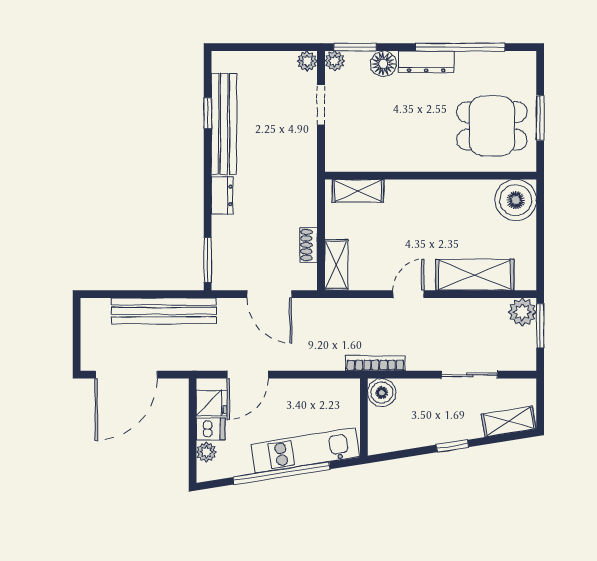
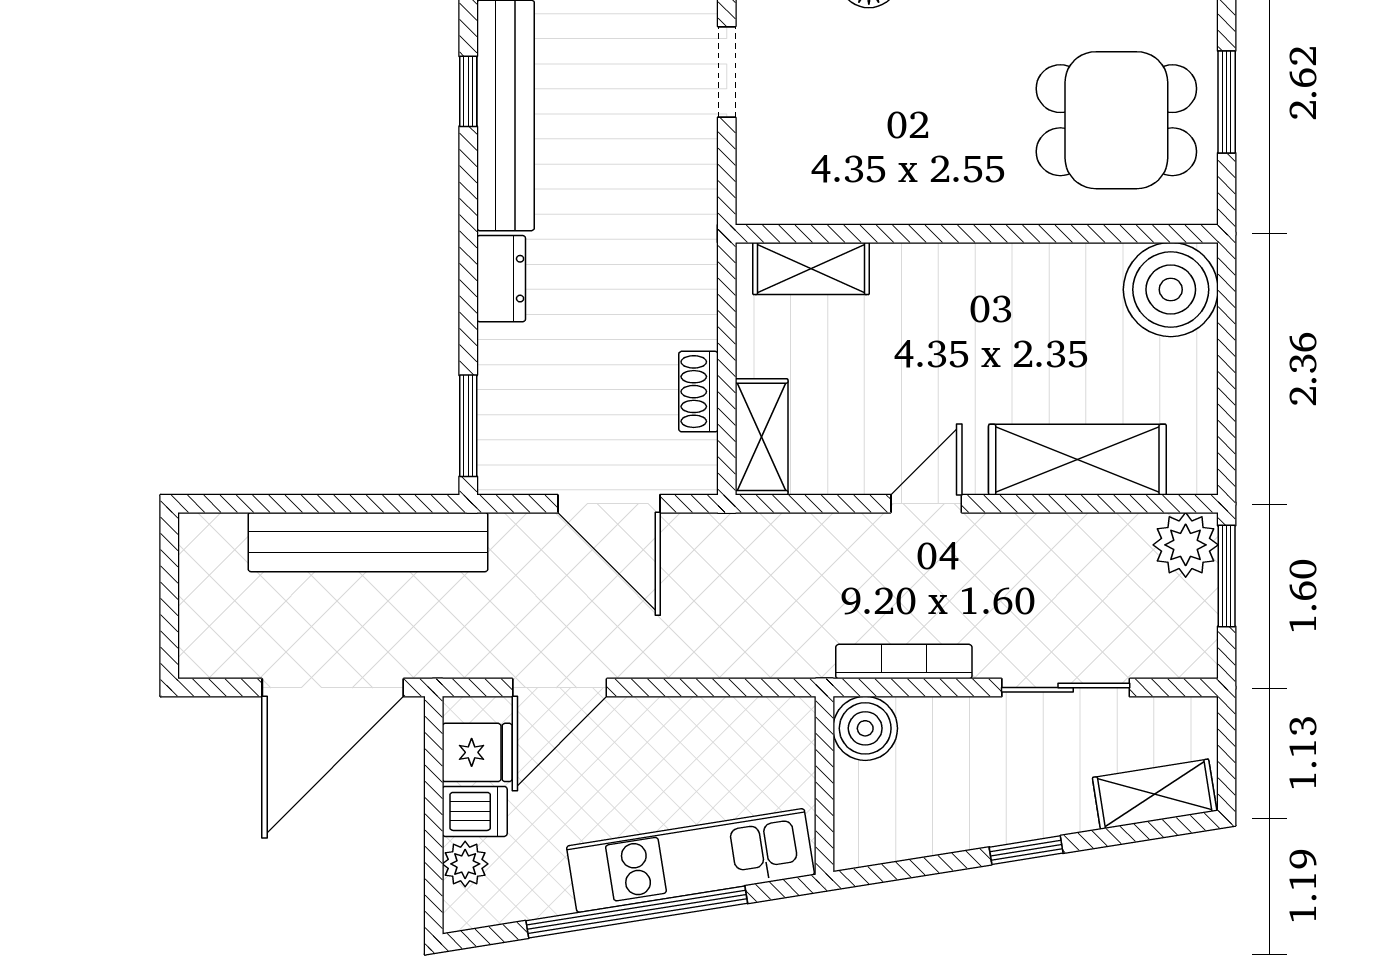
bookcase: (375, 363) -> (904, 662), moved
door: (126, 375) -> (333, 688), moved

